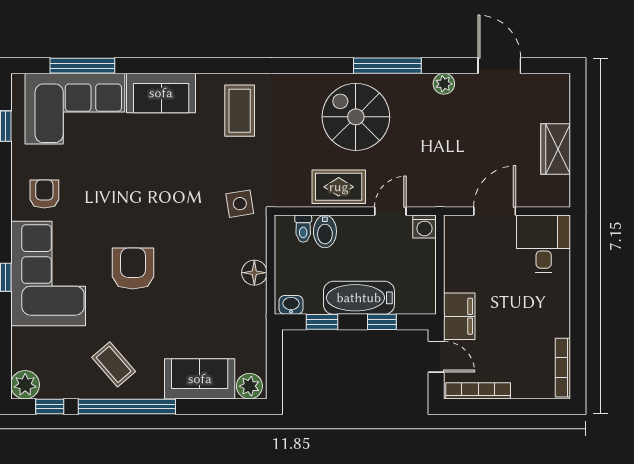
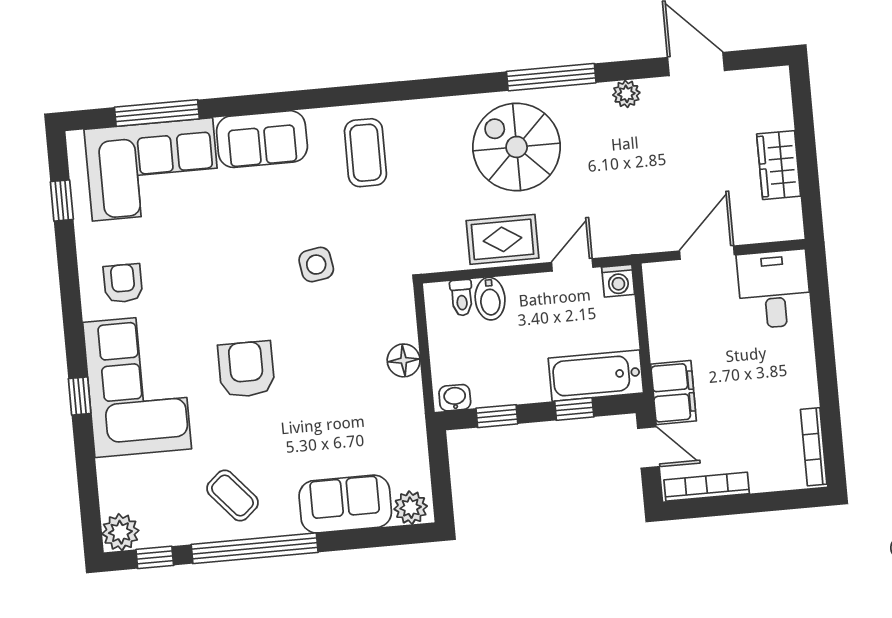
side table: (240, 204) -> (316, 265), moved
bathtub: (359, 298) -> (596, 376), moved

